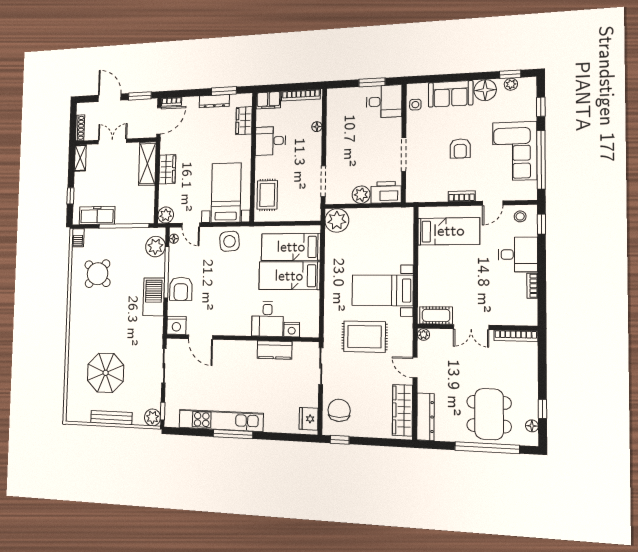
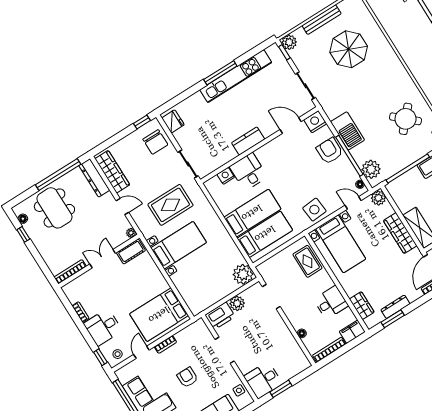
wardrobe: (167, 169) -> (400, 233), width x1.50
bed: (449, 231) -> (159, 315), width x1.50
kitchen counter: (275, 350) -> (248, 141), moved
window: (487, 448) -> (58, 174), moved

